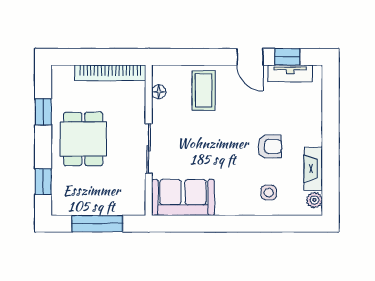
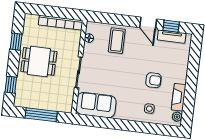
dining table: (83, 139) -> (39, 61), turned 90

